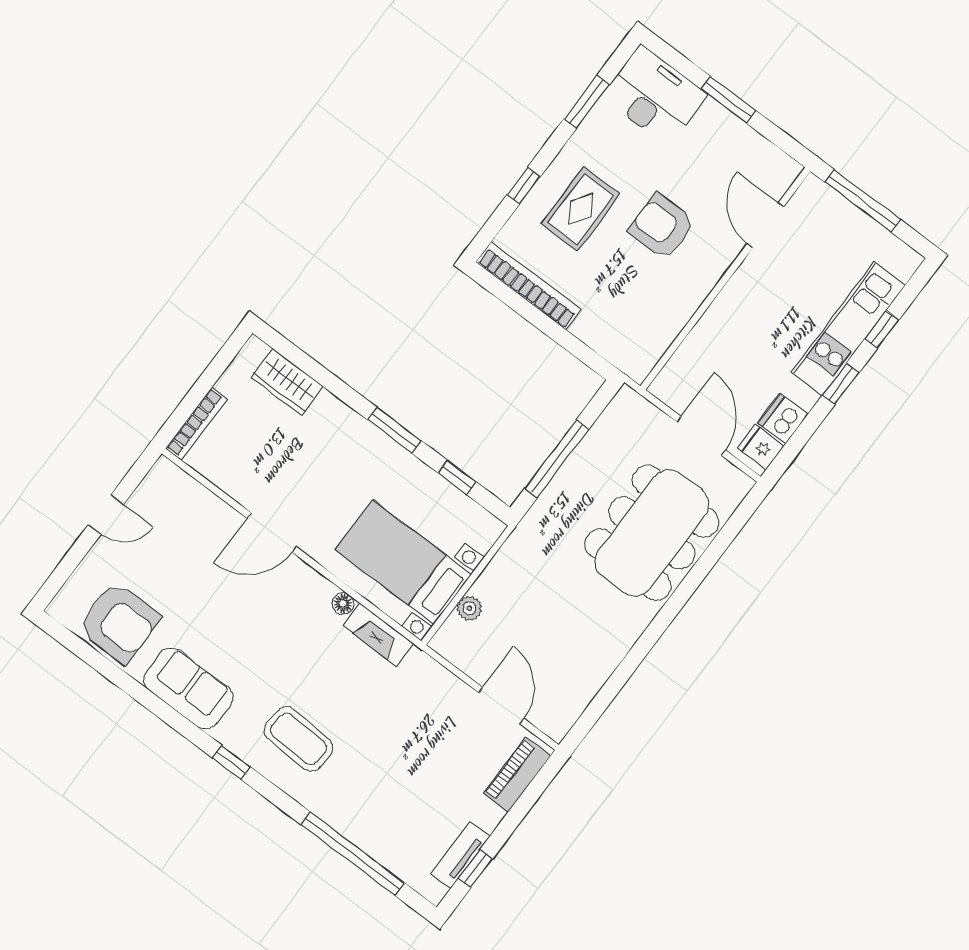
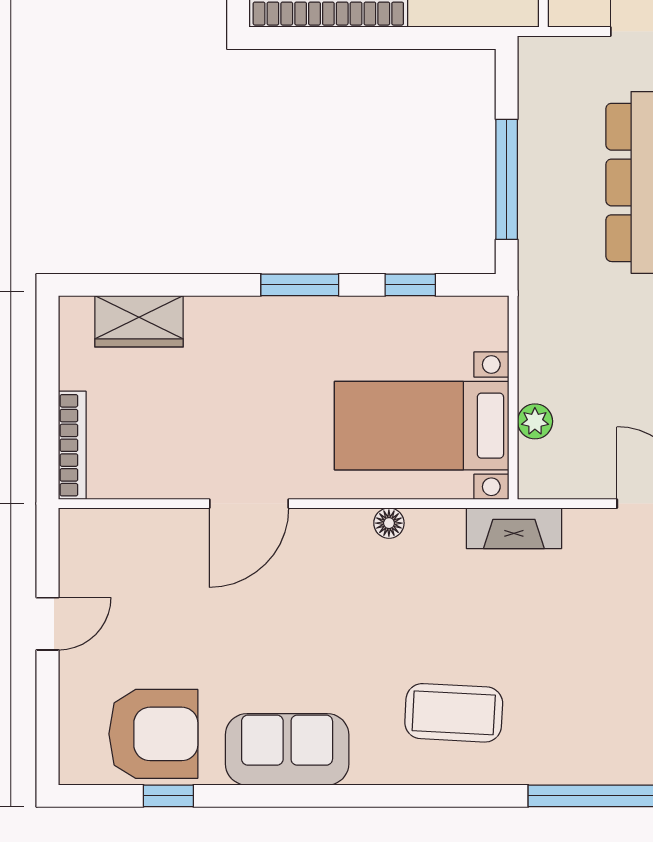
fireplace: (378, 635) -> (514, 528), moved
window: (231, 762) -> (168, 796), moved

